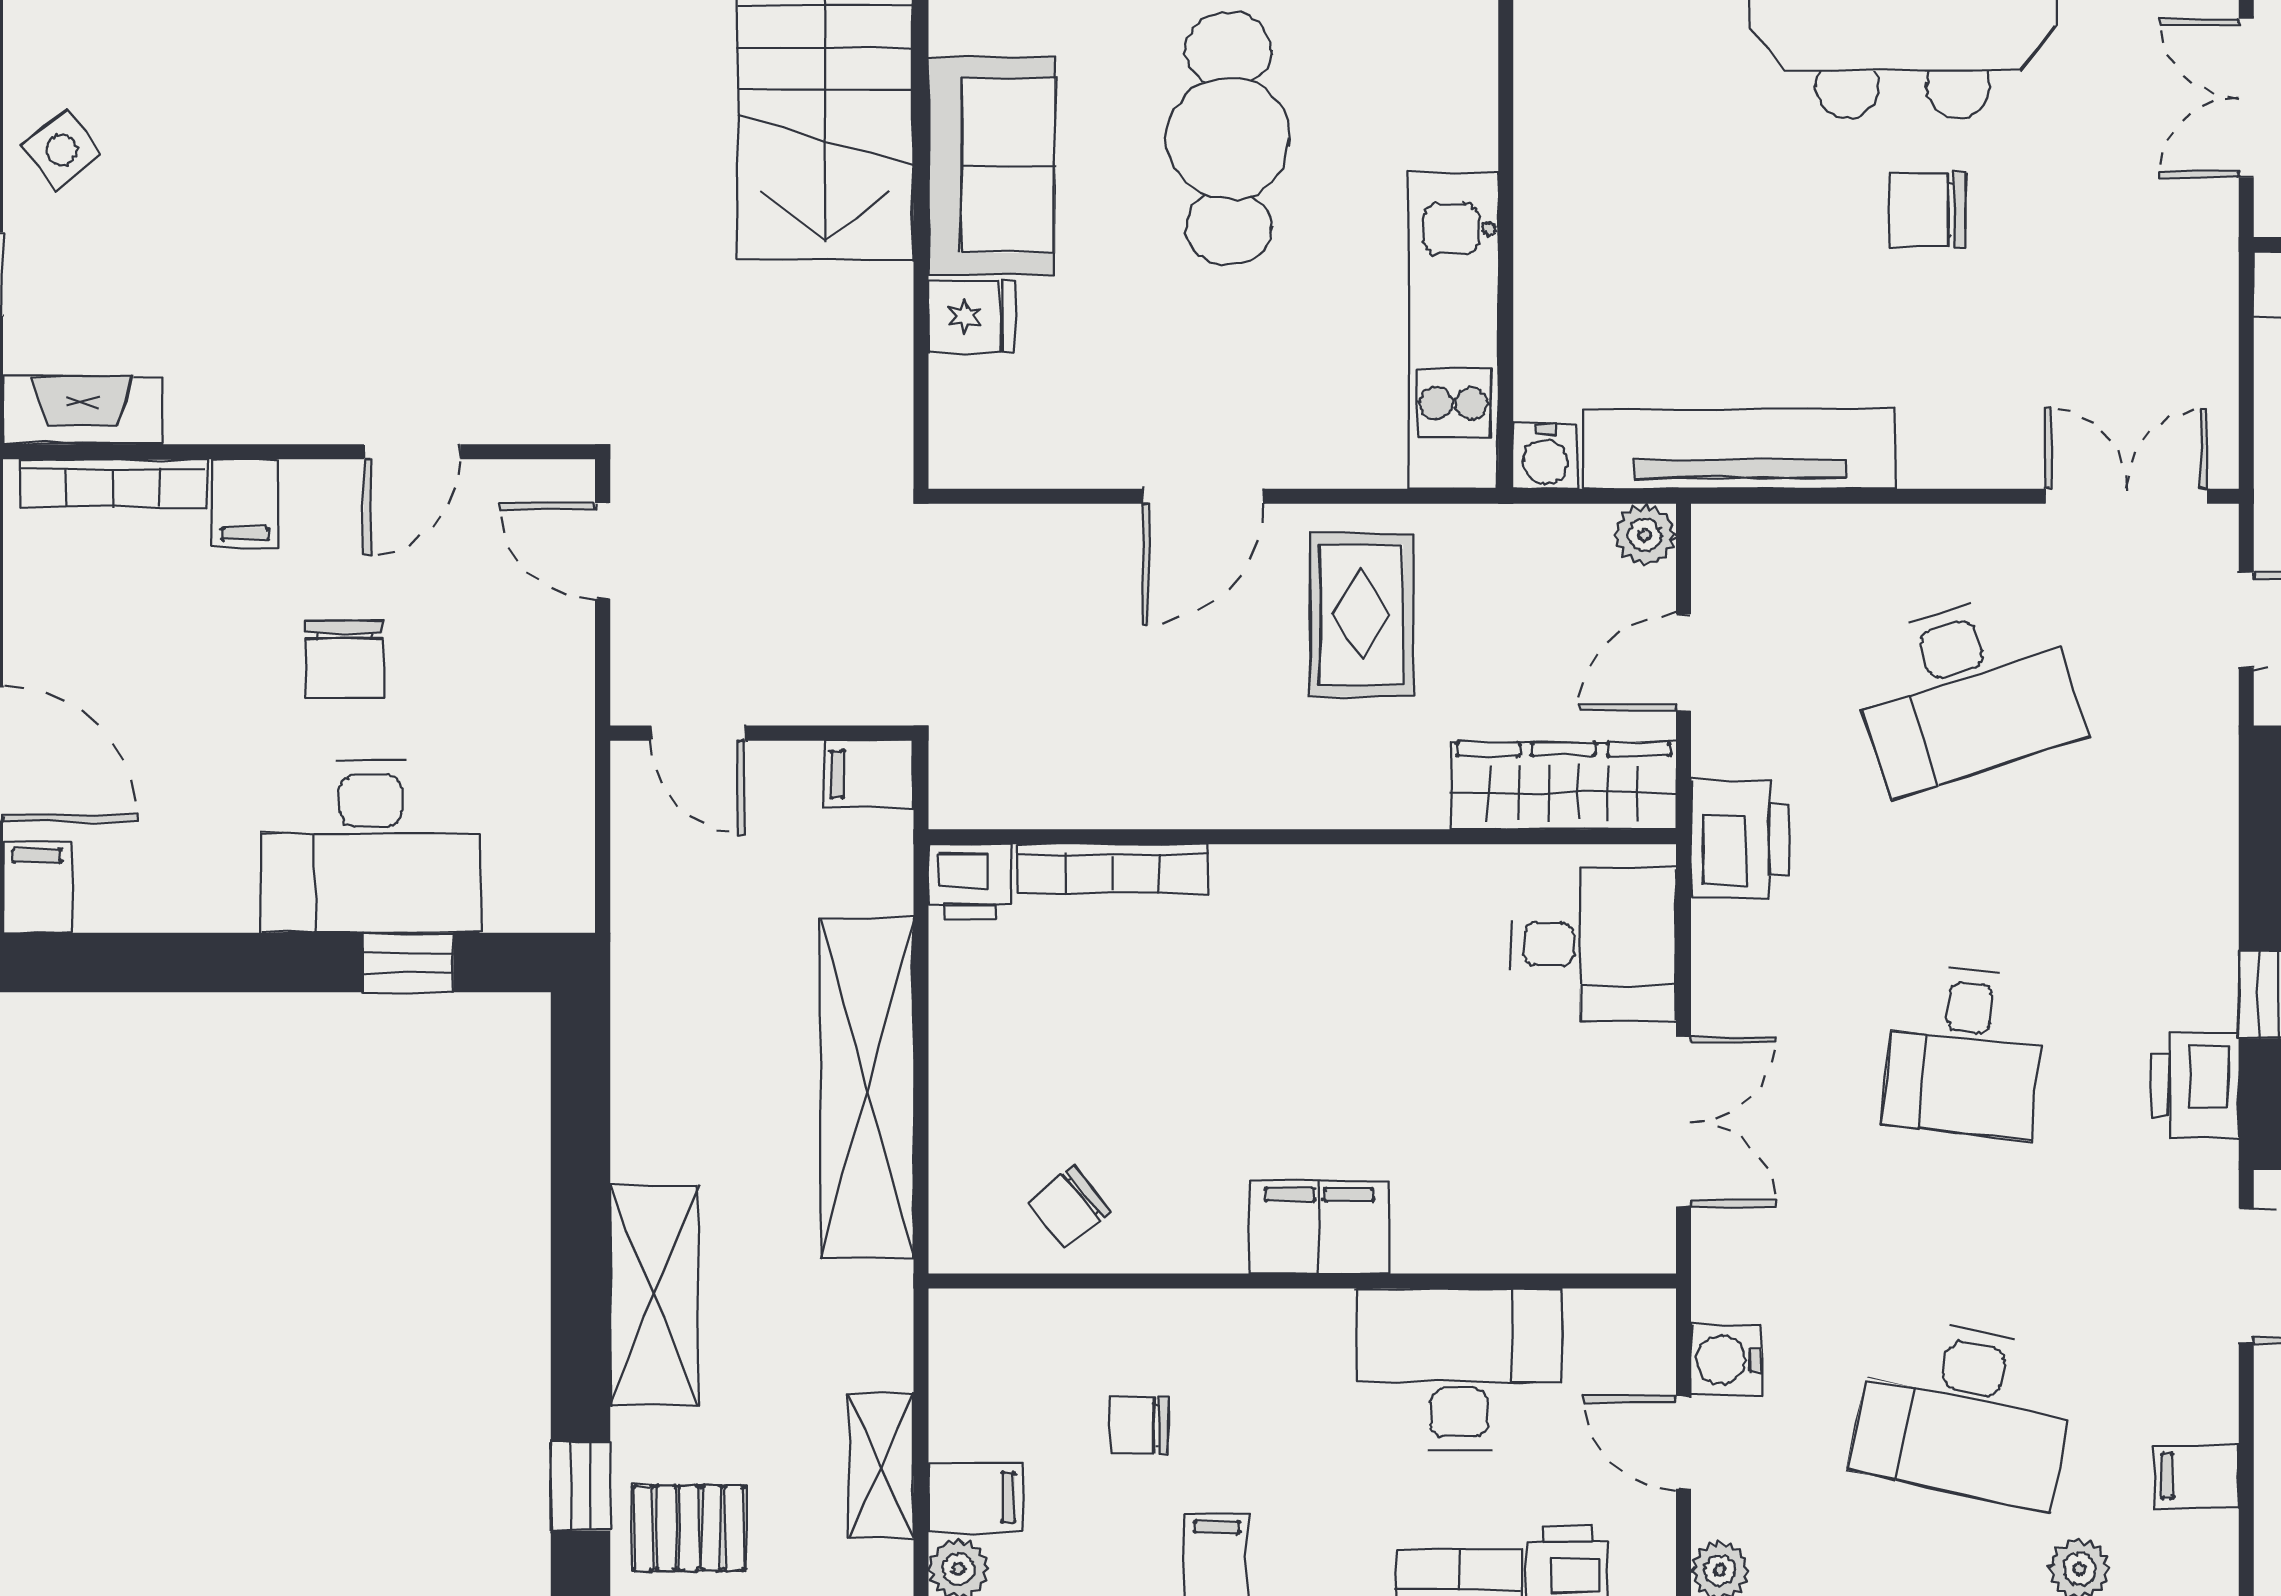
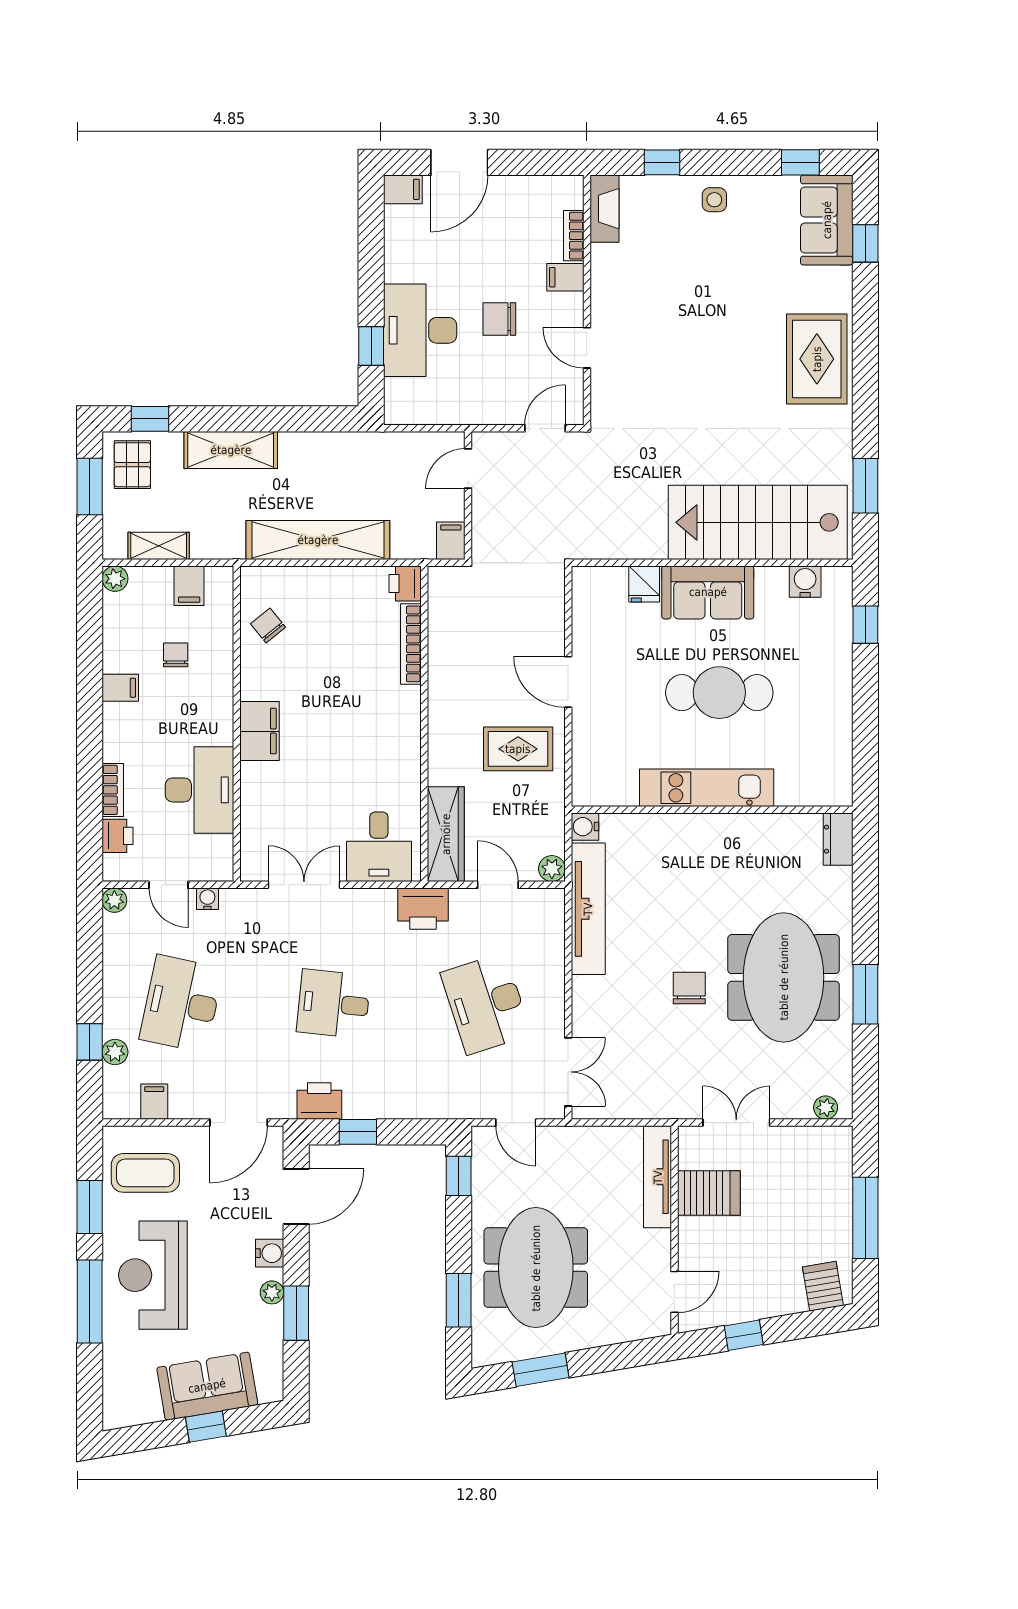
side table: (62, 150) -> (714, 200), turned 38
kitchen unit: (1454, 330) -> (707, 788), moved
bookcase: (113, 483) -> (574, 236), width x0.64
double door: (1684, 1121) -> (304, 885), swing flipped
water cooler: (1726, 1360) -> (207, 899), width x0.72, depth x0.72
door: (1684, 1442) -> (168, 885), swing flipped
filing cabinet: (975, 1497) -> (189, 586), moved

